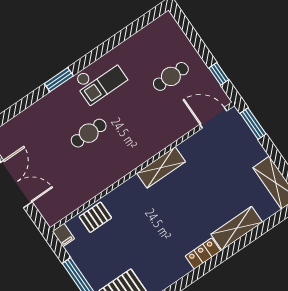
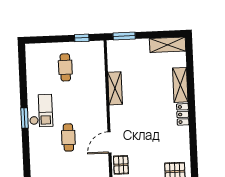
window: (59, 80) -> (25, 118), moved
door: (213, 118) -> (109, 142), moved
shelving: (161, 167) -> (115, 88), moved

